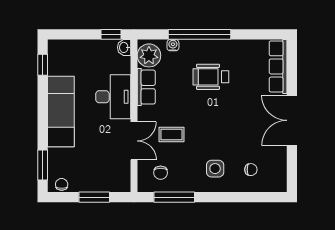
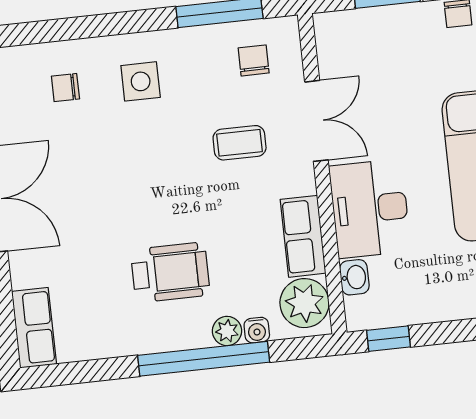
plant: (187, 46) -> (227, 331), added
washbasin: (124, 47) -> (354, 277), moved
row of seats: (278, 66) -> (34, 328), width x0.68
double door: (134, 141) -> (316, 121), swing flipped

